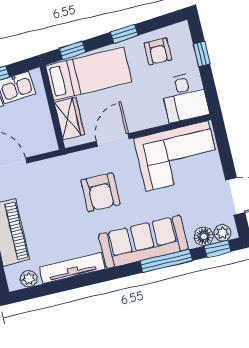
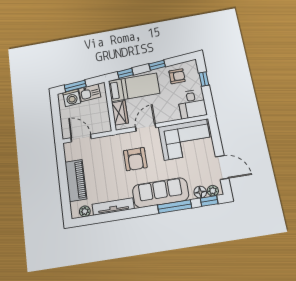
armchair: (158, 51) -> (177, 76), turned -90

